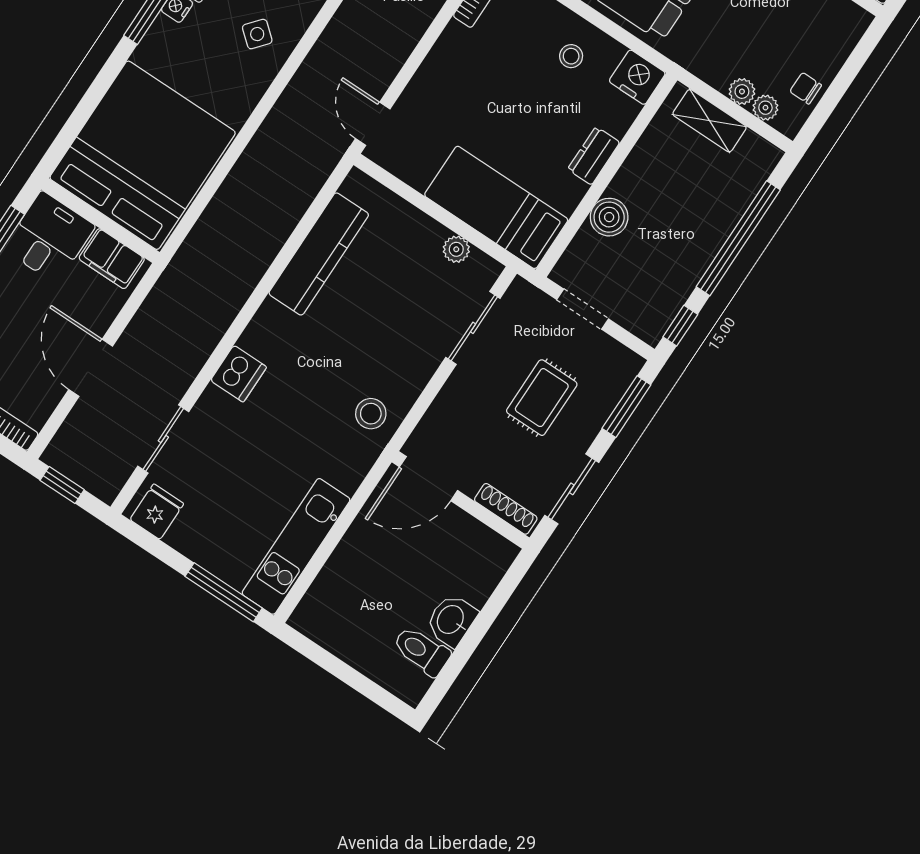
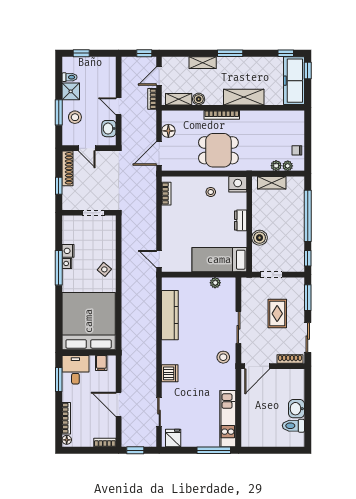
side table: (257, 34) -> (104, 269), moved
filing cabinet: (112, 259) -> (101, 363), width x0.50
sliding door: (473, 328) -> (238, 327), moved

